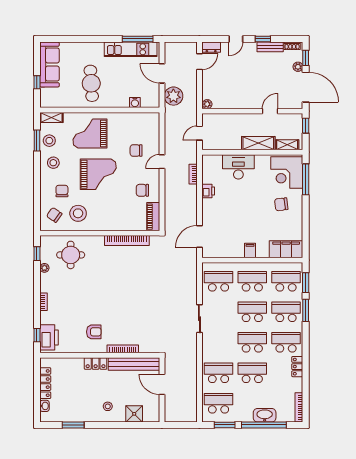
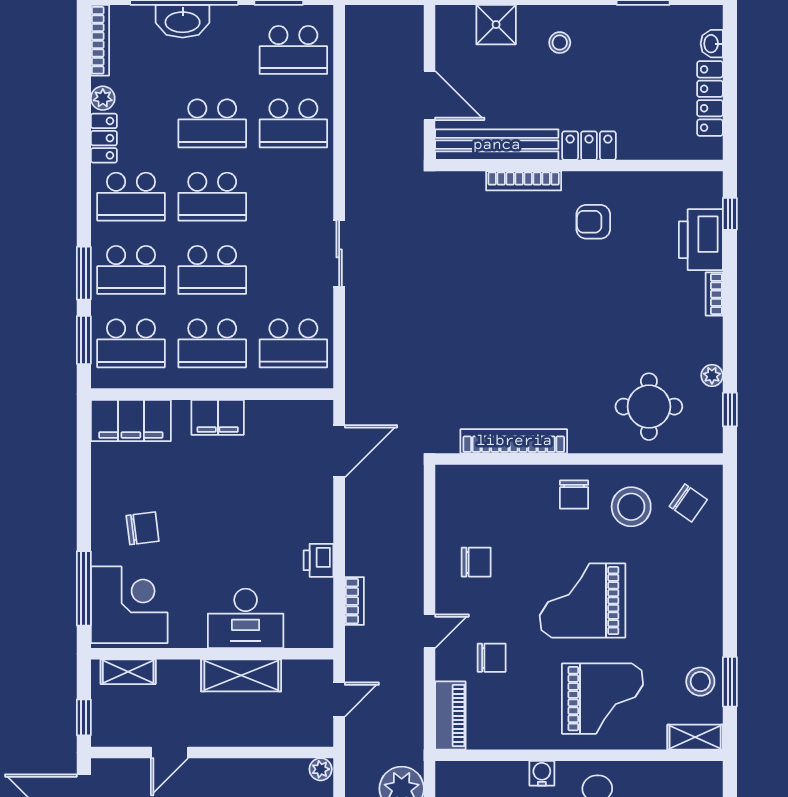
water cooler: (135, 102) -> (542, 773), moved
shelving: (258, 143) -> (241, 675), moved
stool: (53, 163) -> (691, 628), removed
chair: (62, 191) -> (574, 495), moved
piano: (153, 217) -> (450, 716), moved
filing cabinet: (250, 251) -> (218, 417), width x2.00
printer: (49, 337) -> (701, 240), moved
plant: (298, 383) -> (103, 98), added

